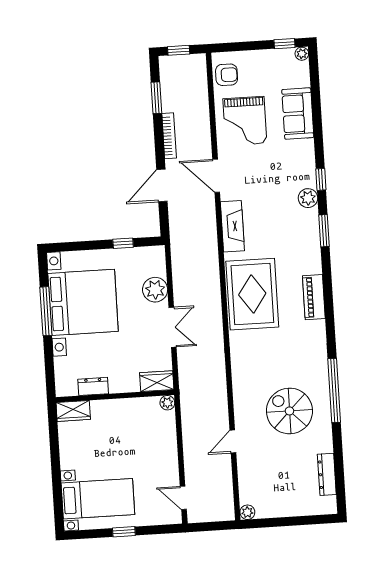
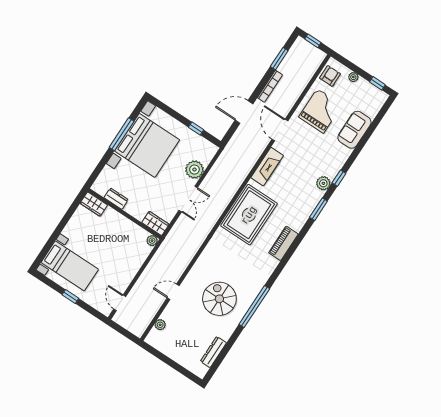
plant: (302, 54) -> (353, 77), moved
armchair: (227, 75) -> (330, 76), turned -91
grand piano: (245, 121) -> (320, 111), turned 180
plant: (247, 512) -> (160, 325), moved

